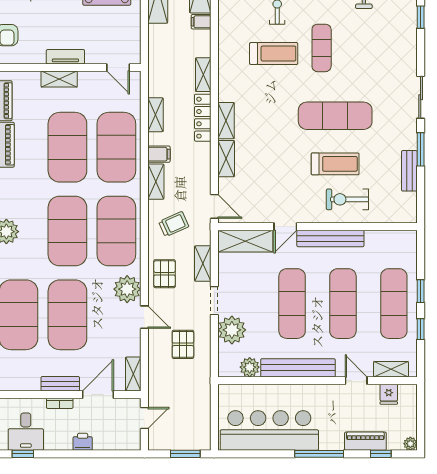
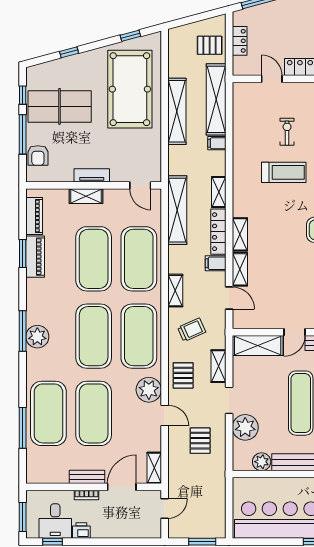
shelving: (156, 115) -> (177, 210), width x2.20, depth x1.33
filing cabinet: (159, 154) -> (216, 263), moved, turned 180
door: (214, 206) -> (229, 298), moved
printer: (83, 442) -> (81, 531), moved

